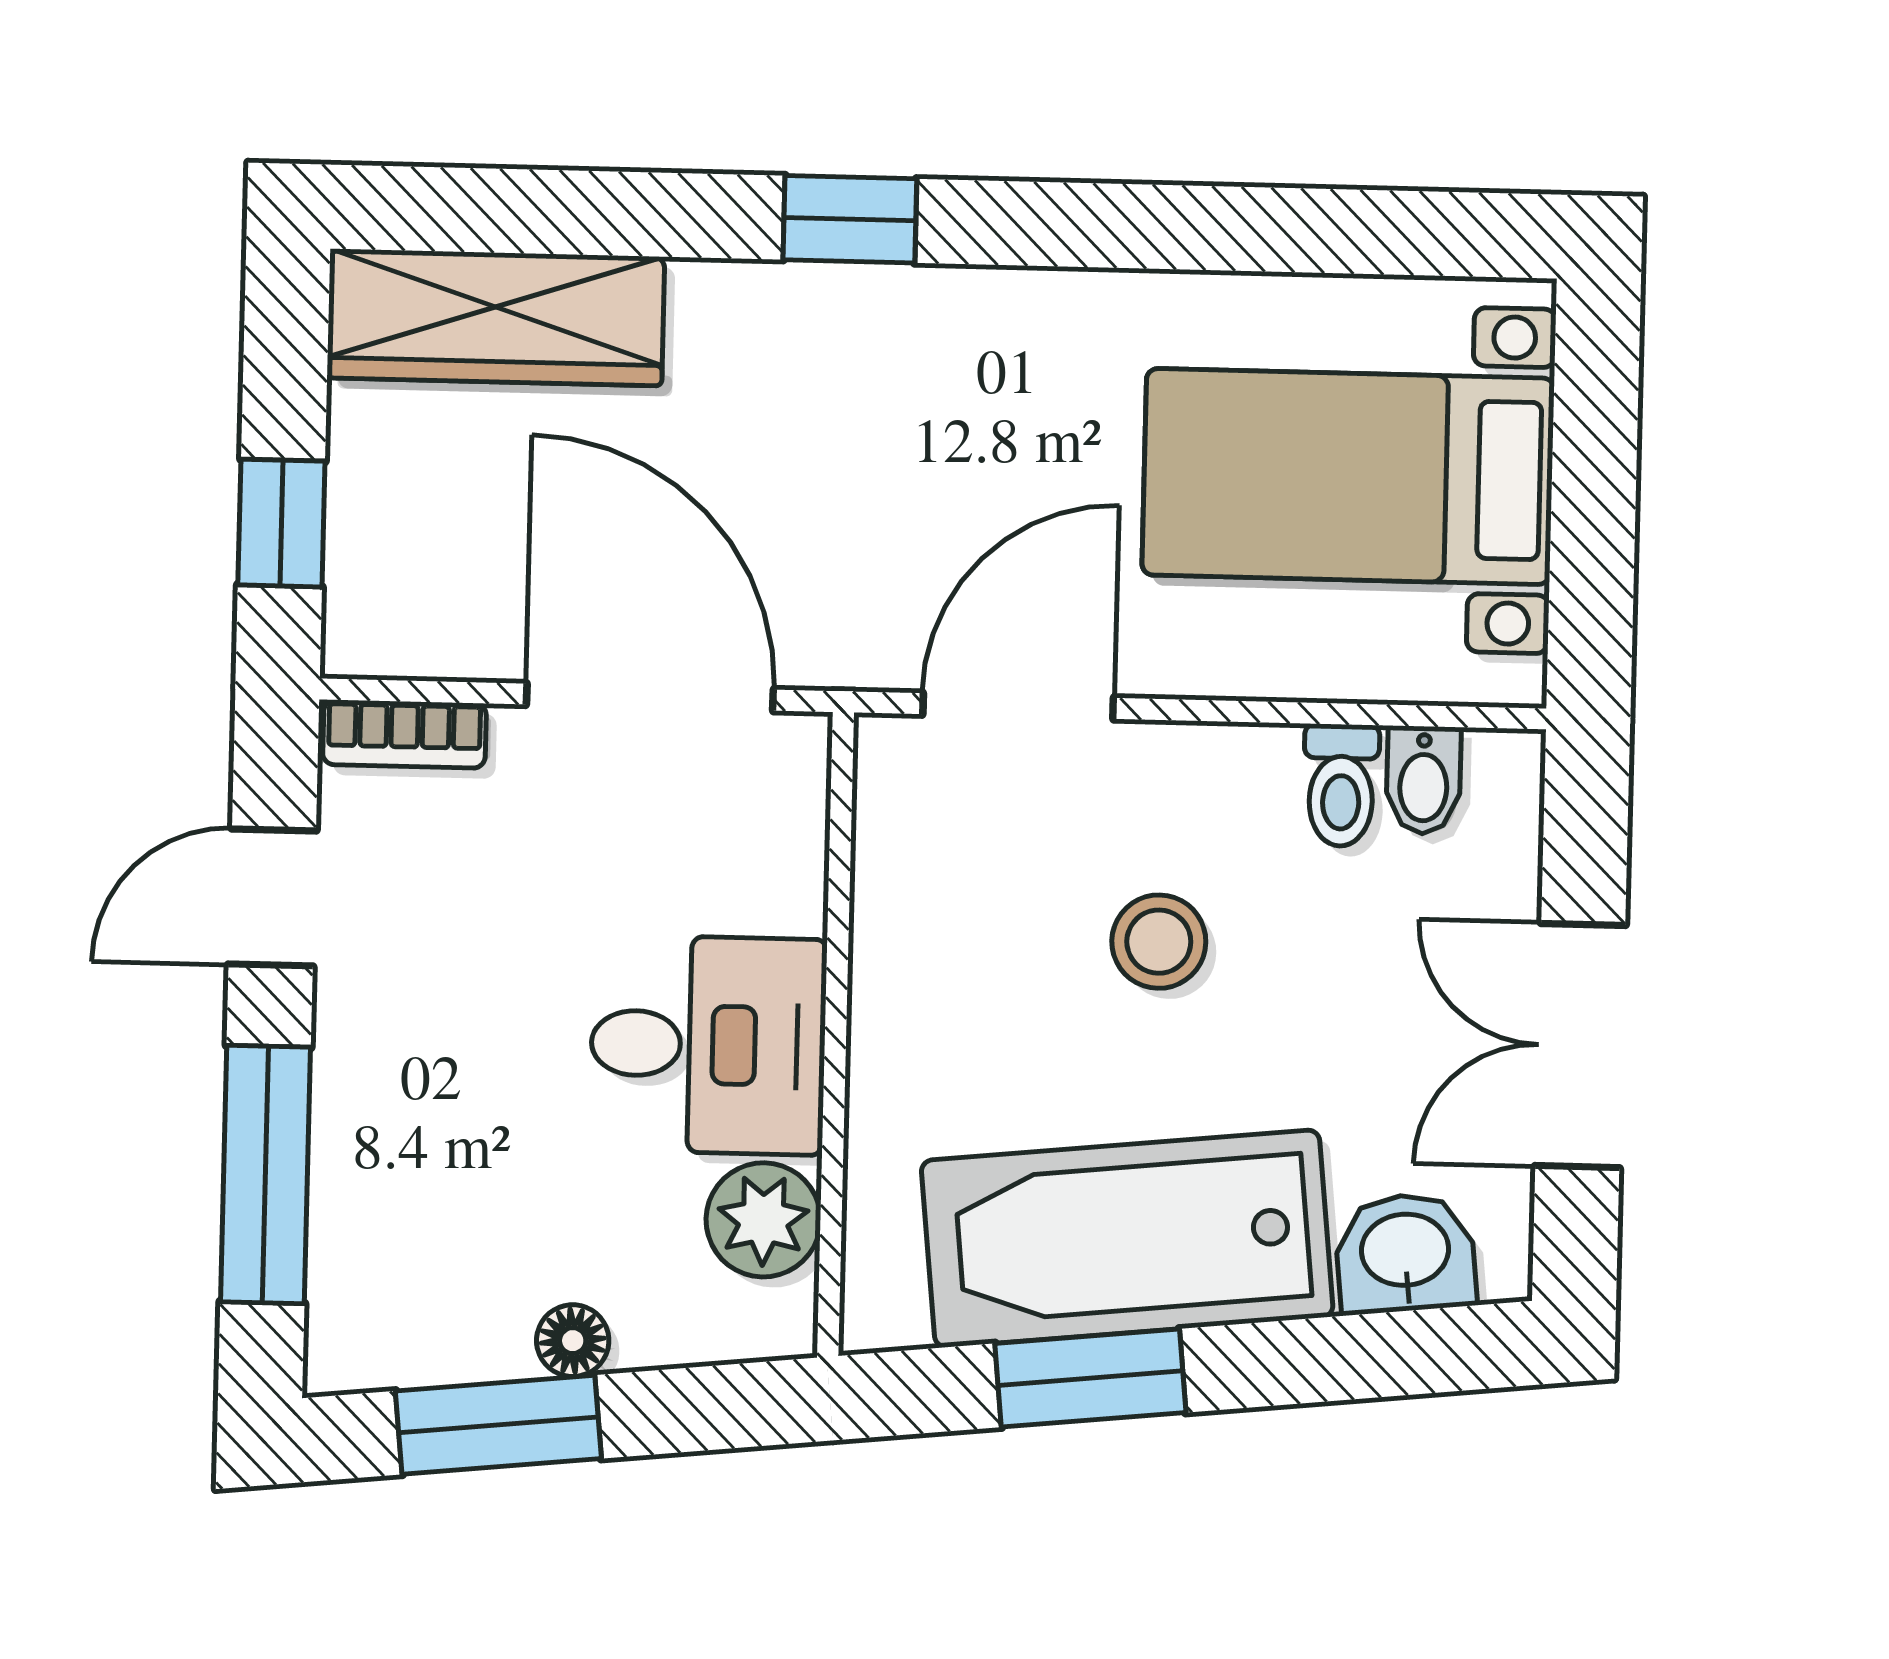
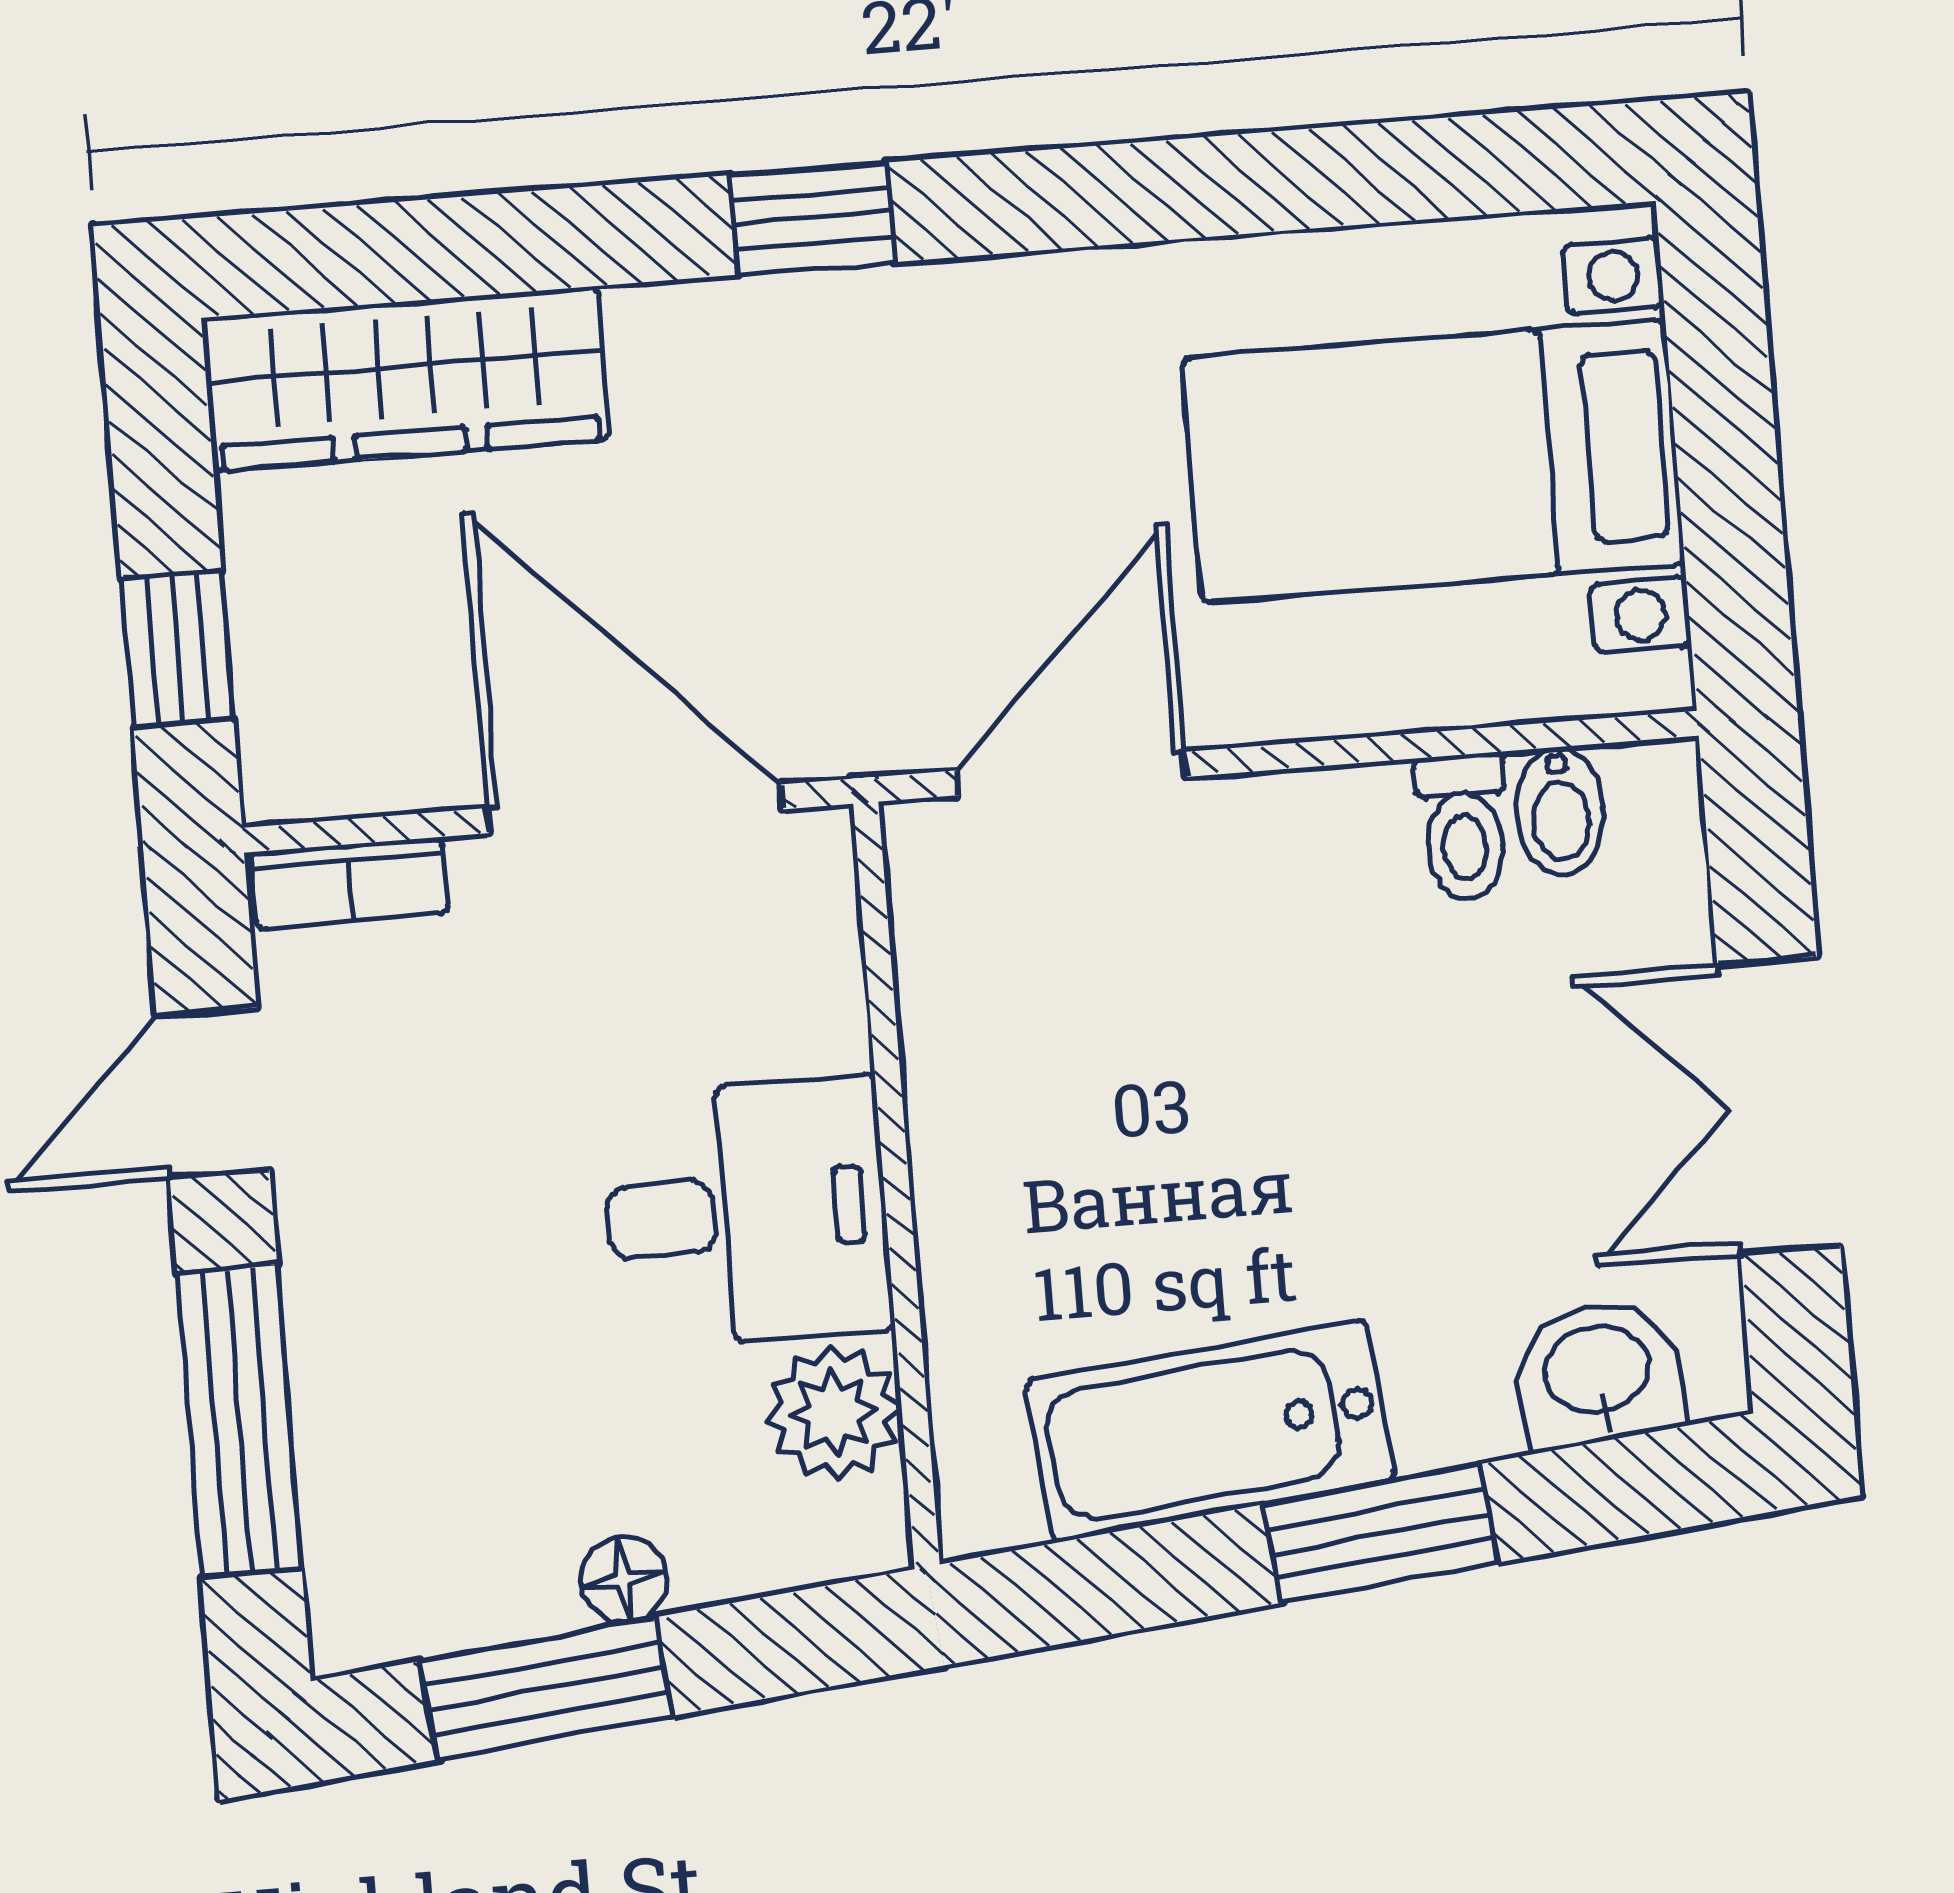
stool: (1159, 942) -> (1267, 1035), removed
bathtub: (1127, 1239) -> (1210, 1431), width x0.73, depth x0.73
window: (1090, 1378) -> (1381, 1533), moved

